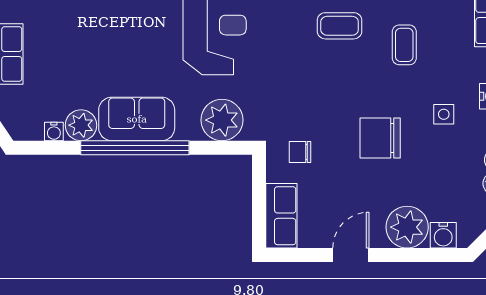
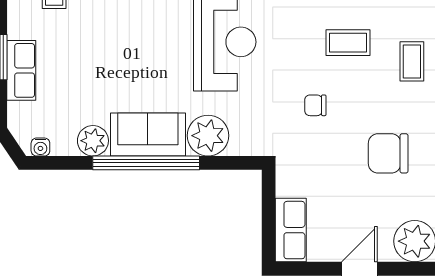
plant: (222, 120) -> (208, 136), moved
water cooler: (54, 132) -> (40, 147), moved
chair: (300, 152) -> (315, 105), moved

